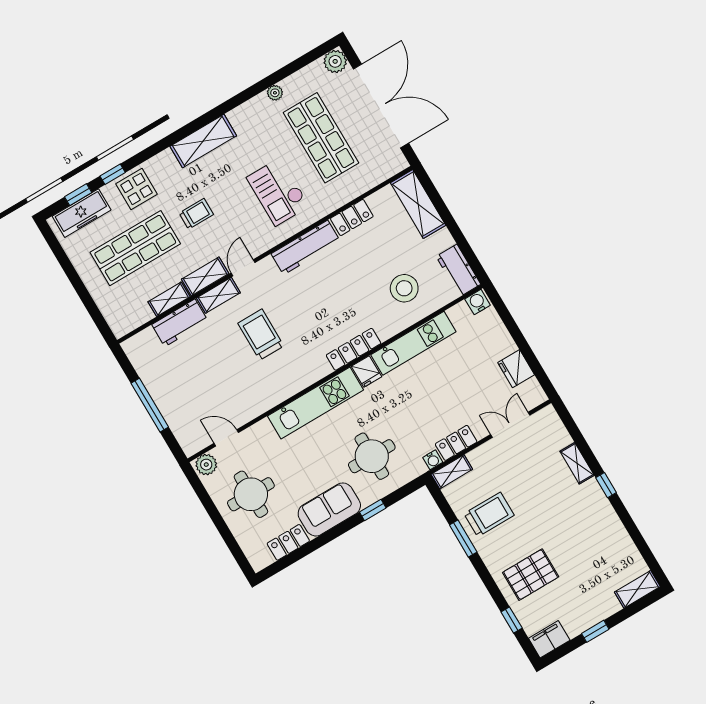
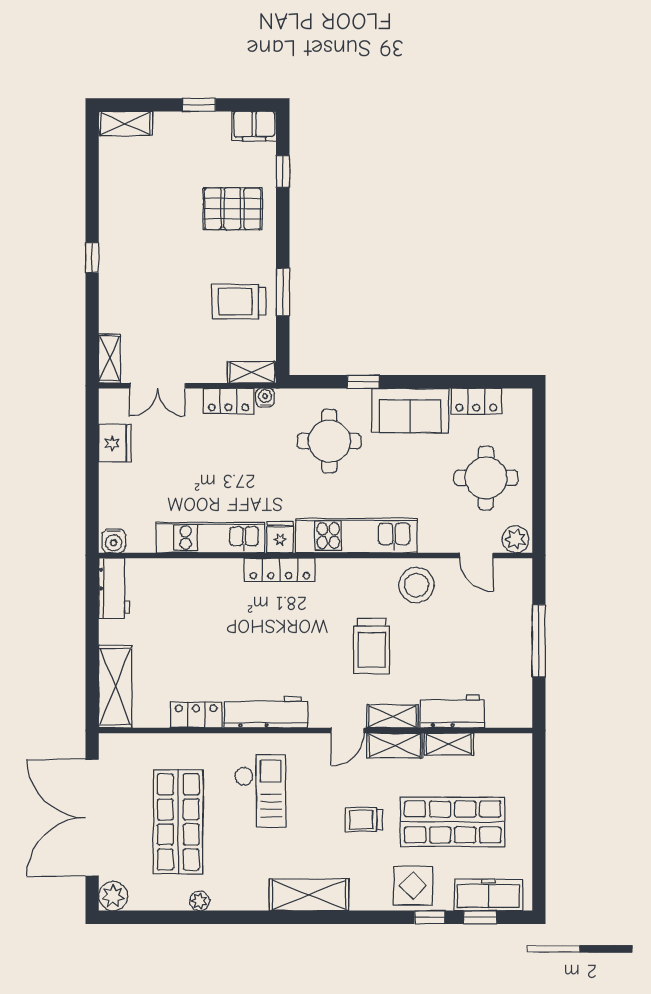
stool: (404, 288) -> (416, 585), moved
shelving: (577, 463) -> (110, 359), moved

